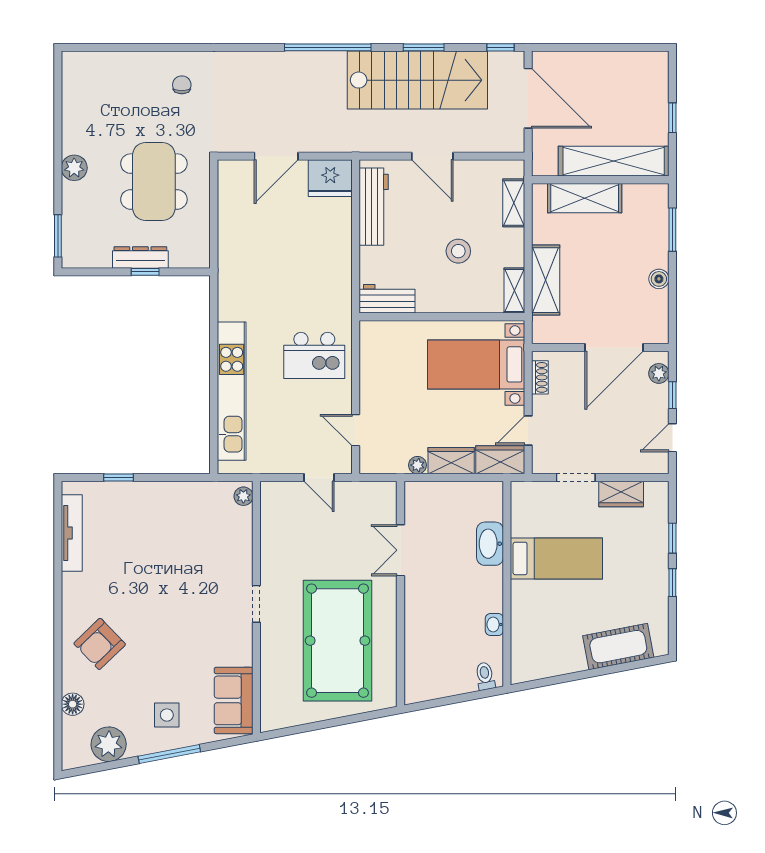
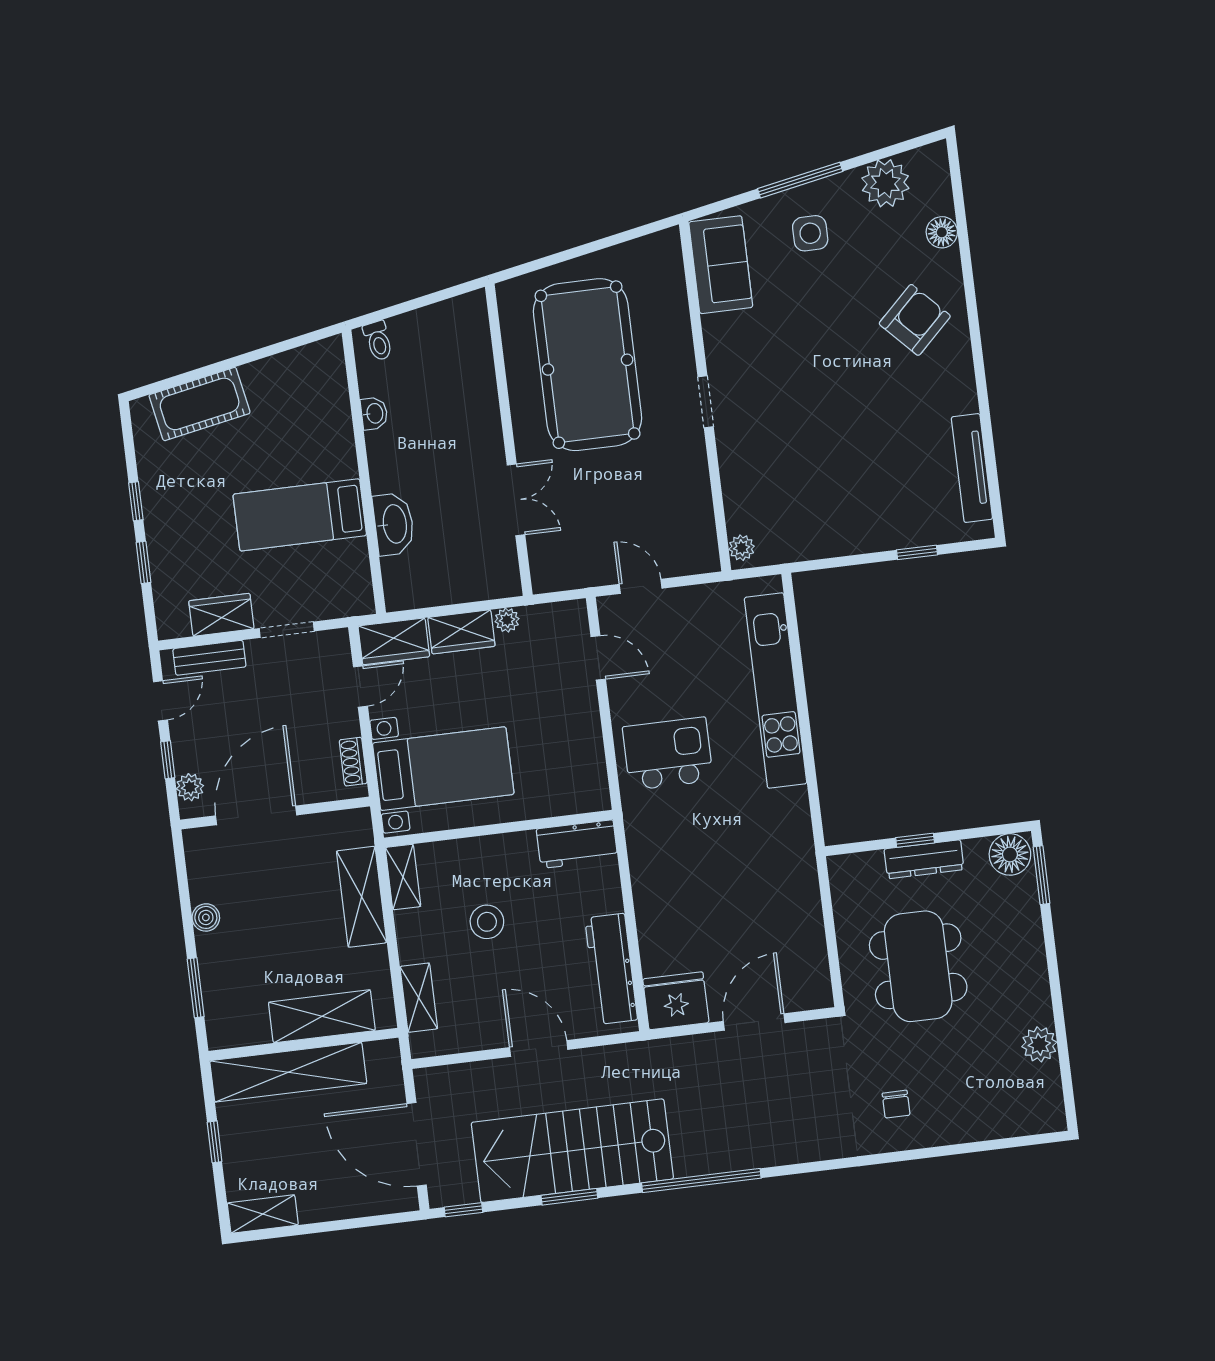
shelving: (644, 62) -> (263, 1214), added
plant: (74, 168) -> (1039, 1044), moved
floor lamp: (79, 253) -> (1010, 854), added
bench: (634, 464) -> (209, 658), added

